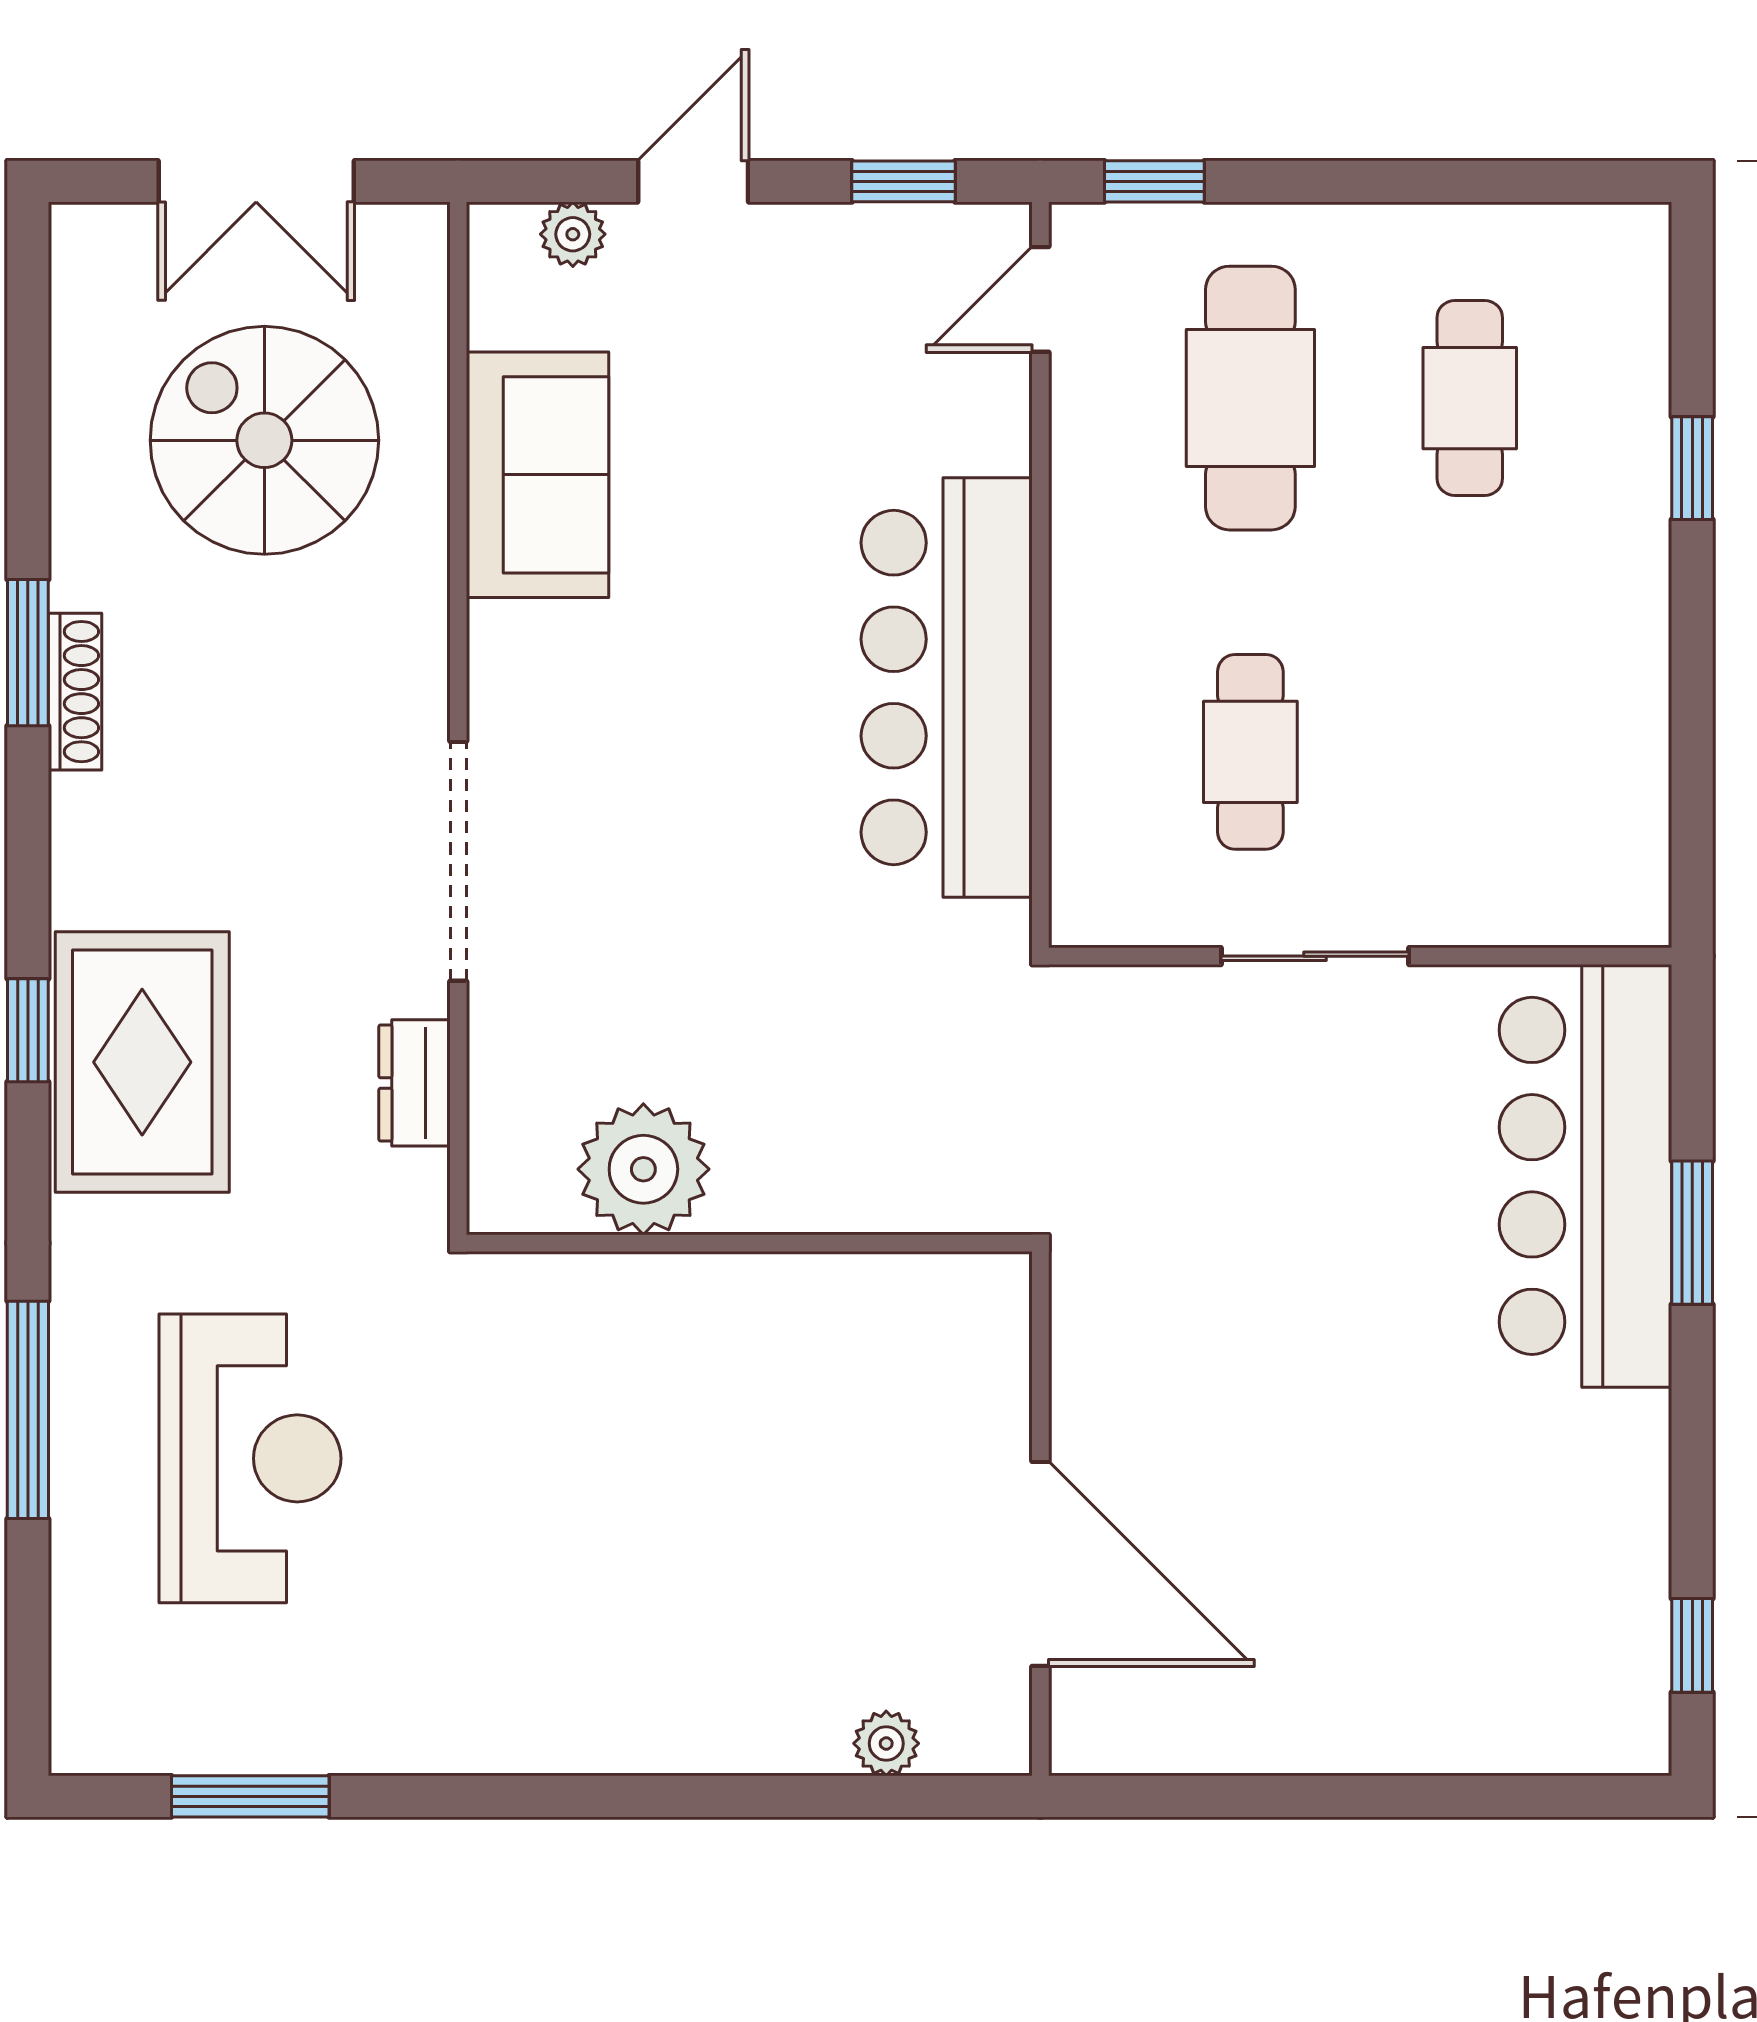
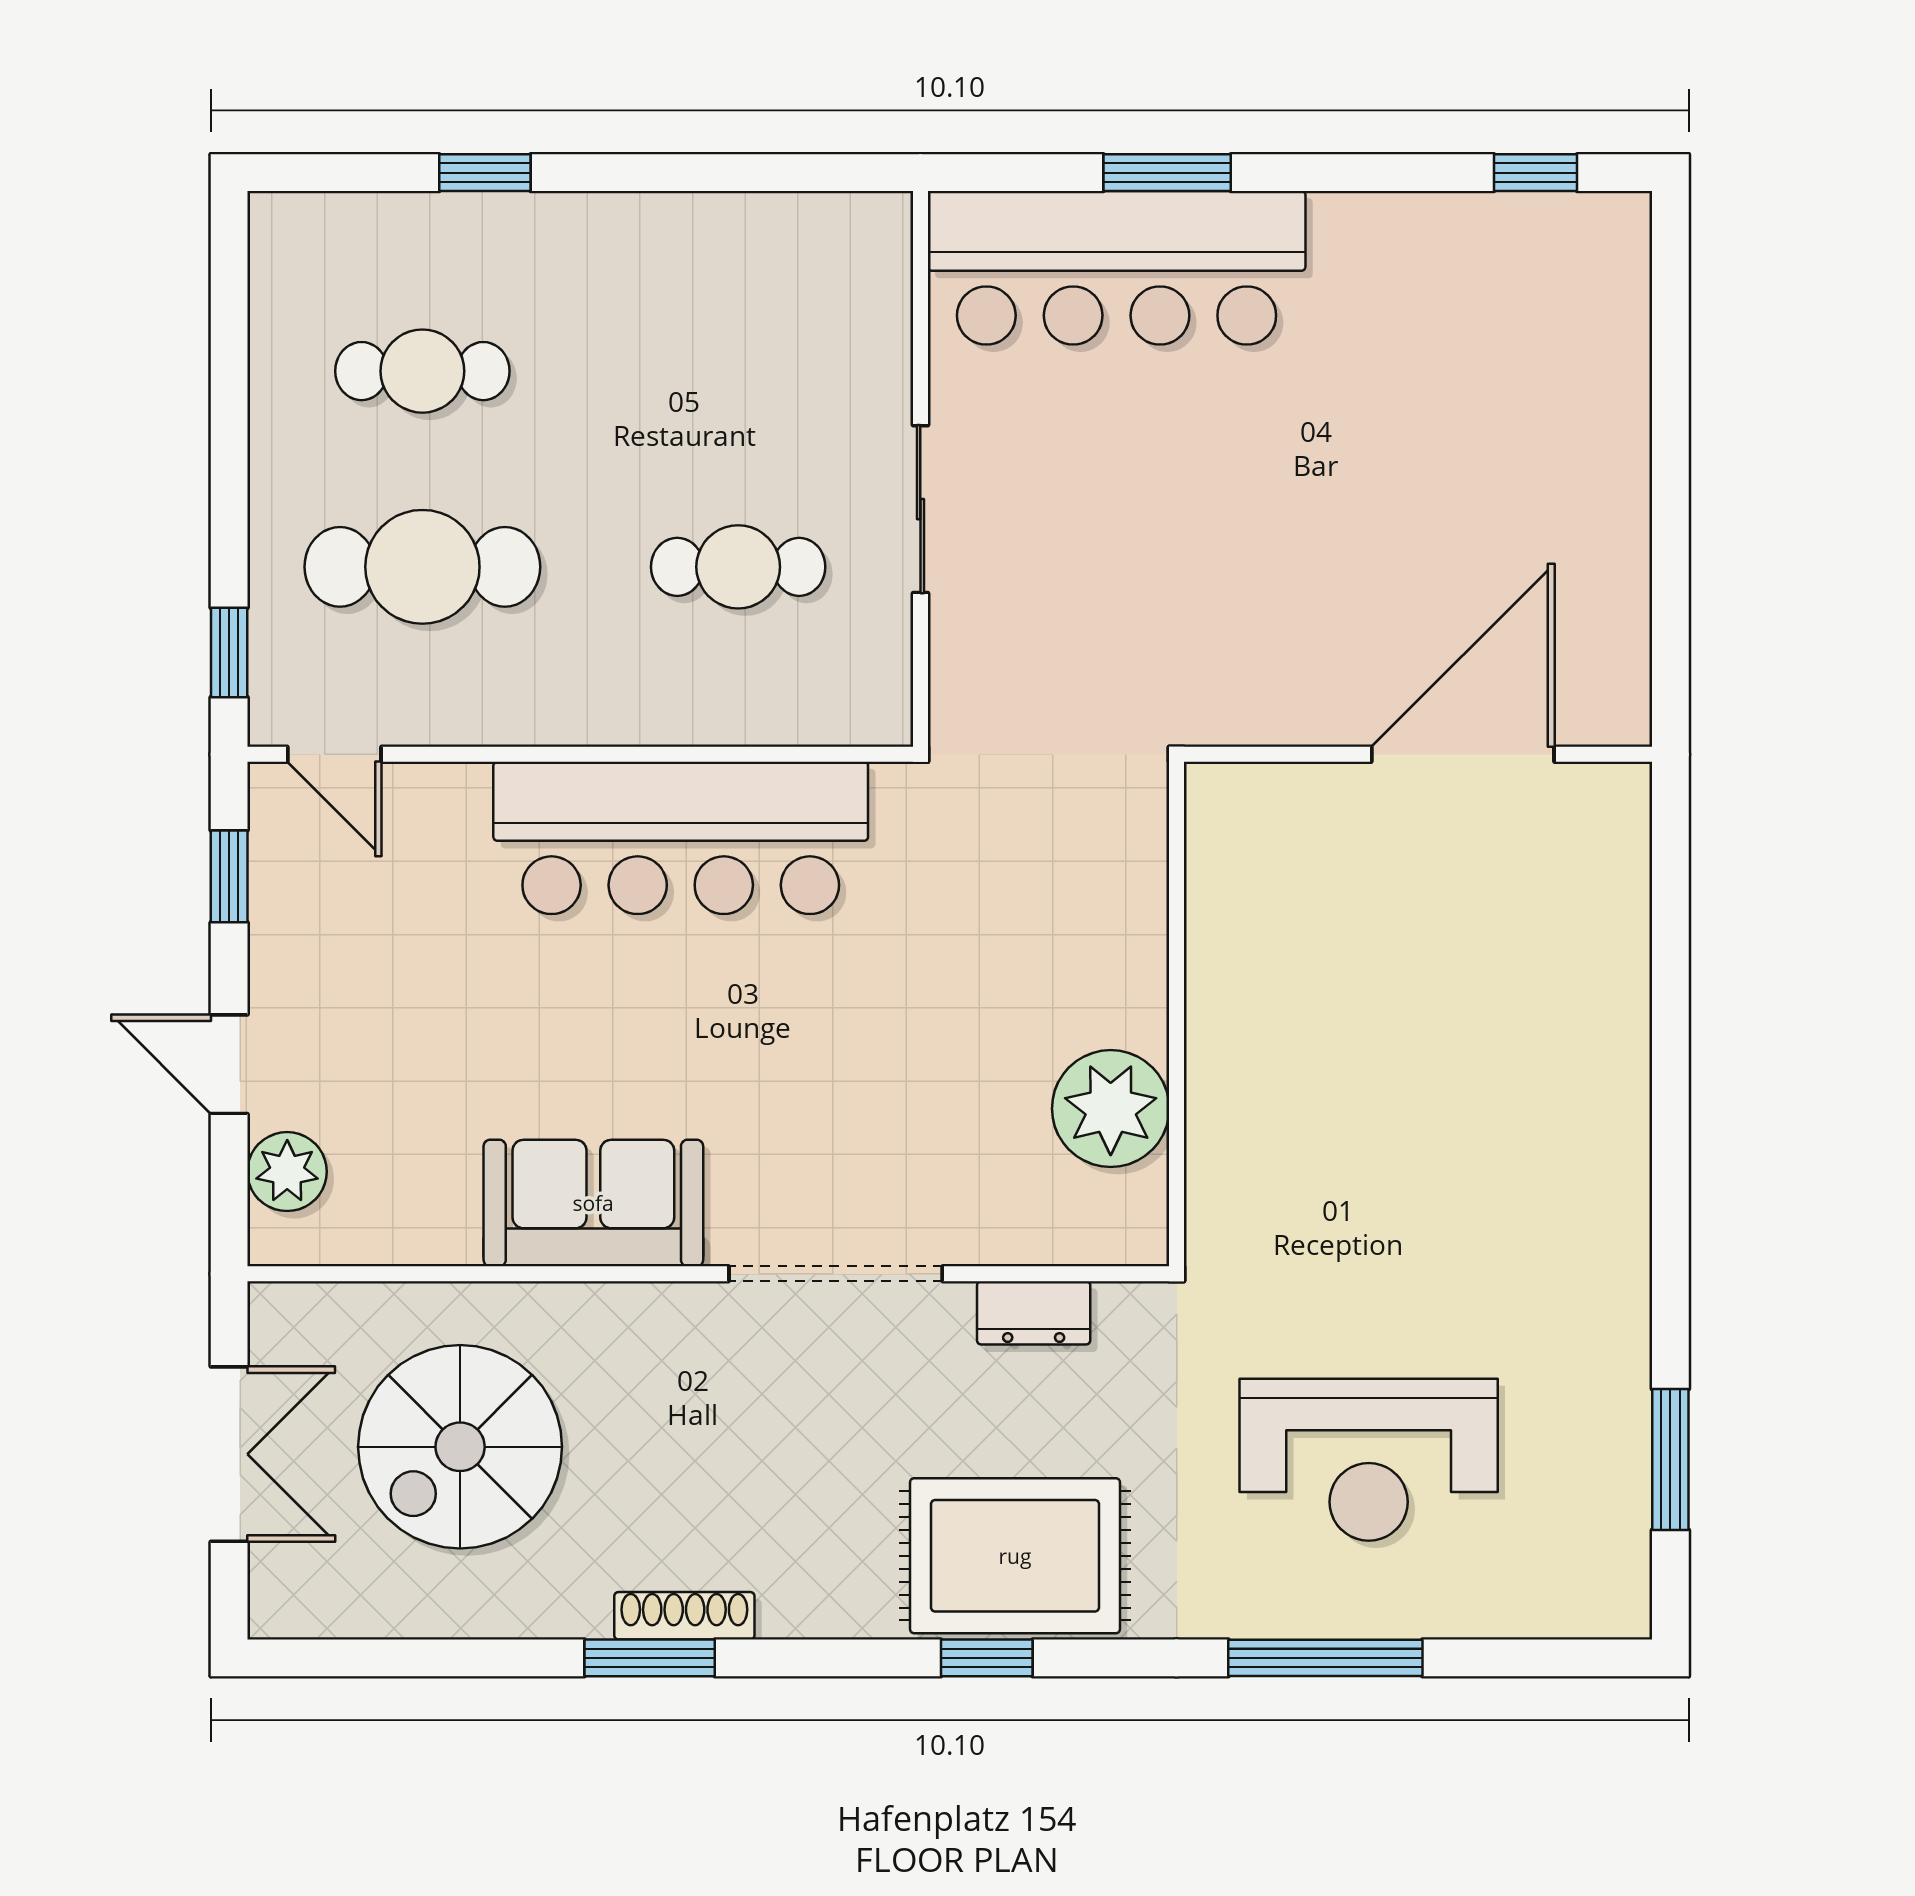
plant: (573, 234) -> (287, 1172), width x1.38, depth x1.38
sofa: (538, 475) -> (593, 1203), moved
reception desk: (250, 1458) -> (1369, 1460), turned 180
plant: (886, 1743) -> (1623, 892), removed

